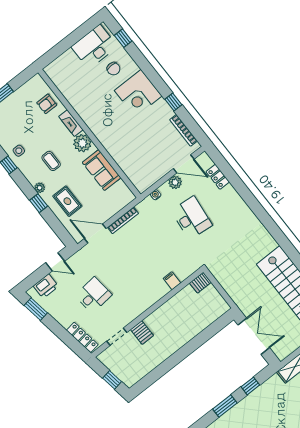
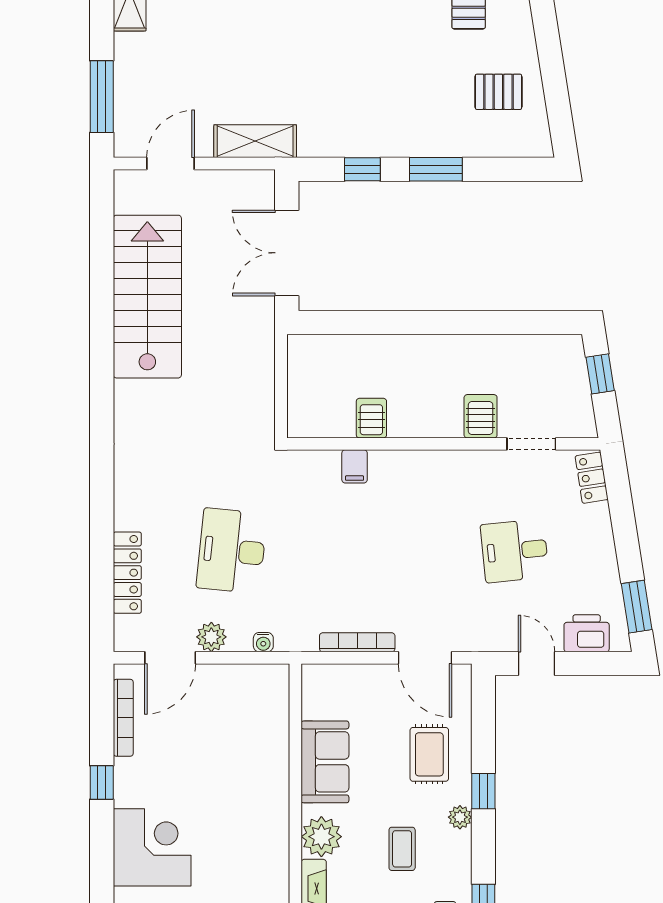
door: (184, 164) -> (170, 658), swing flipped
locker: (218, 177) -> (127, 573), width x1.53
server rack: (200, 283) -> (371, 418), moved, turned -90
locker: (82, 337) -> (592, 478), width x0.66

